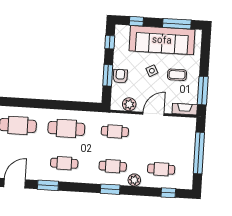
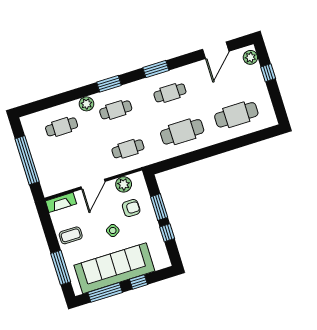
window: (136, 21) -> (139, 282), moved
window: (110, 42) -> (167, 233), moved
coffee table: (177, 75) -> (71, 235), moved
armchair: (120, 76) -> (131, 208), moved, turned -90
window: (203, 91) -> (61, 268), moved
window: (48, 185) -> (156, 69), moved
window: (168, 193) -> (44, 104), removed

